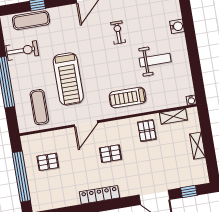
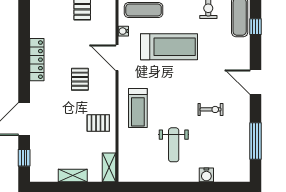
treadmill: (68, 79) -> (169, 47), turned 180
treadmill: (128, 98) -> (138, 108), turned 180
water cooler: (191, 100) -> (123, 31), moved
shelving: (173, 116) -> (109, 167), moved

